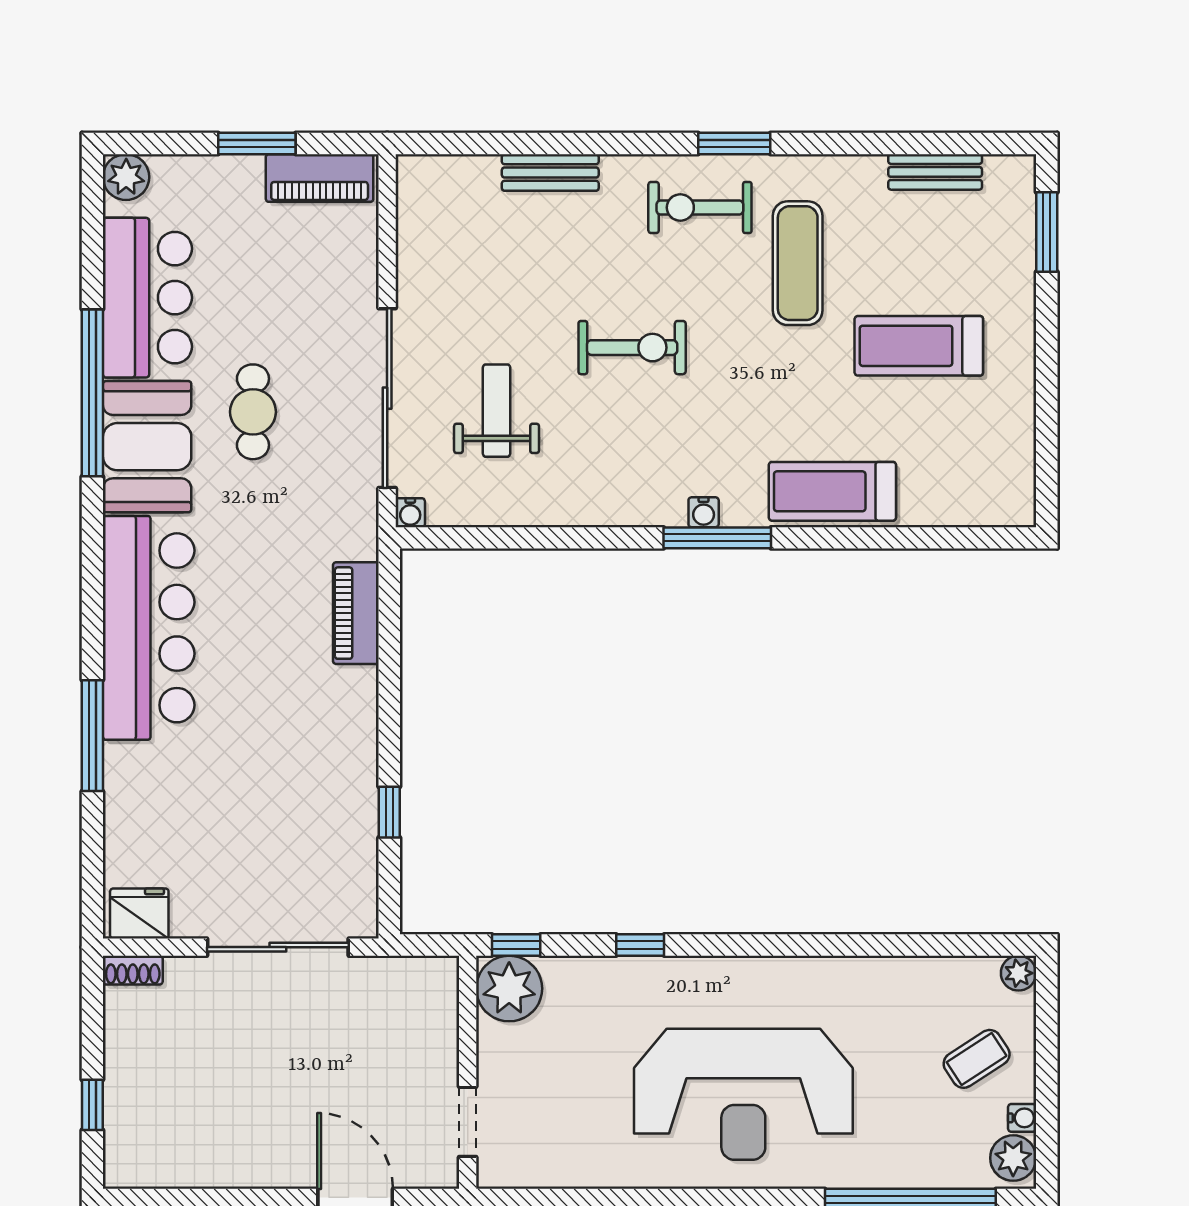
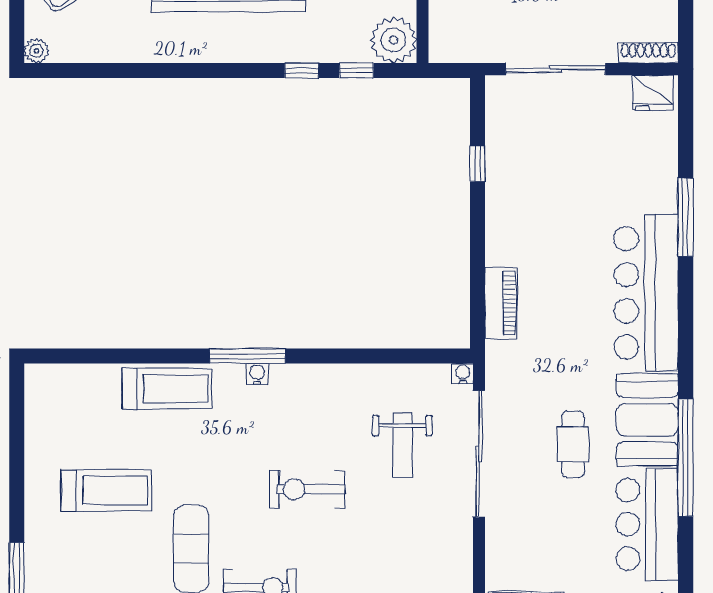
window: (516, 945) -> (356, 71), moved
shoe rack: (133, 970) -> (648, 53), width x1.43

